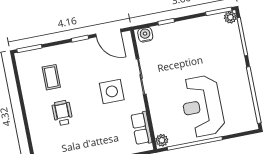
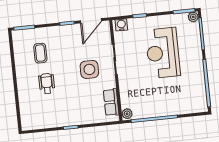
door: (108, 33) -> (91, 21), hinge flipped
reception desk: (202, 106) -> (163, 53), moved

